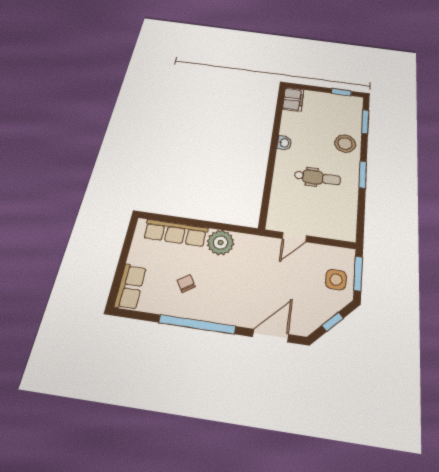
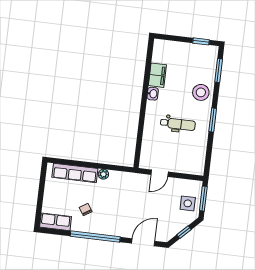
filing cabinet: (293, 99) -> (157, 75), moved
plant: (221, 242) -> (103, 174), width x0.53, depth x0.53
row of seats: (130, 287) -> (56, 222), moved, turned -90

